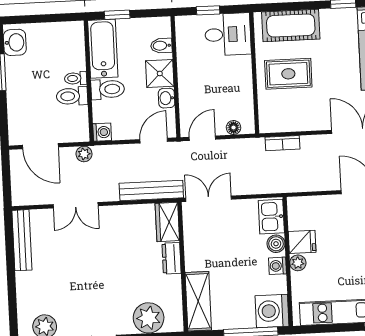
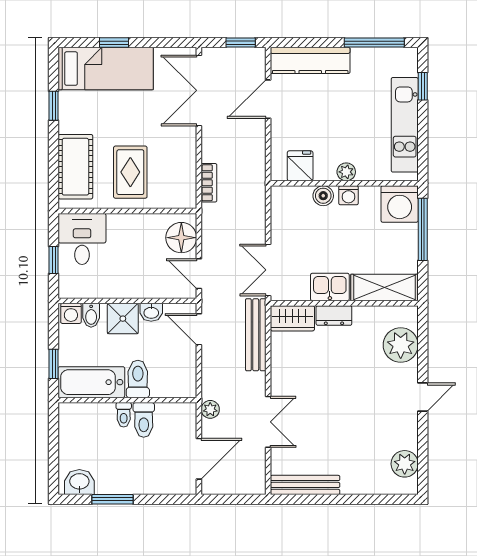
floor lamp: (234, 128) -> (181, 238), width x1.89, depth x1.89
washing machine: (102, 132) -> (71, 313), moved, turned 180
kitchen sink: (271, 217) -> (330, 287), moved, turned 180
fridge: (302, 242) -> (300, 166), moved

